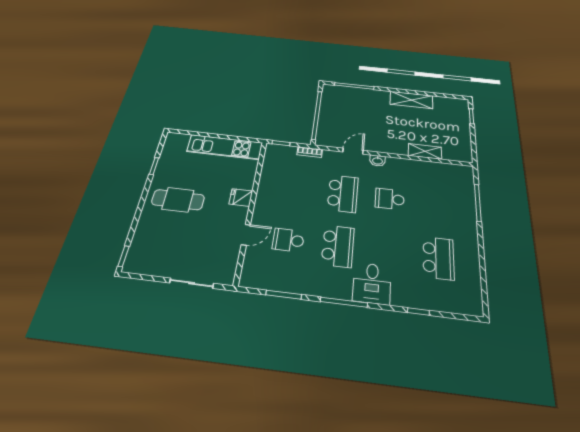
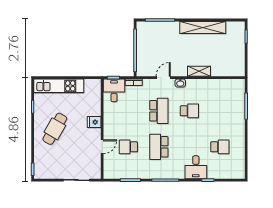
shelving: (411, 100) -> (203, 27), width x1.47
kitchen unit: (225, 147) -> (59, 86), moved
shelving: (425, 151) -> (199, 71), moved
desk: (279, 159) -> (114, 90), added
school desk: (390, 199) -> (189, 111), turned 180
cafe table: (178, 200) -> (55, 129), turned -60
school desk: (338, 246) -> (159, 147), turned 180
school desk: (438, 258) -> (220, 147), width x0.54
desk: (372, 283) -> (196, 167), moved

